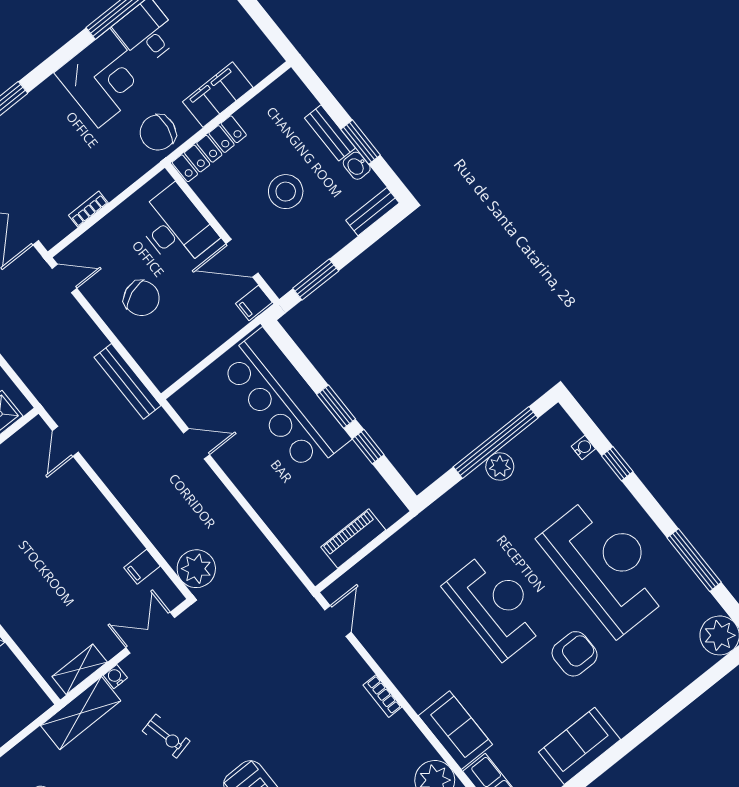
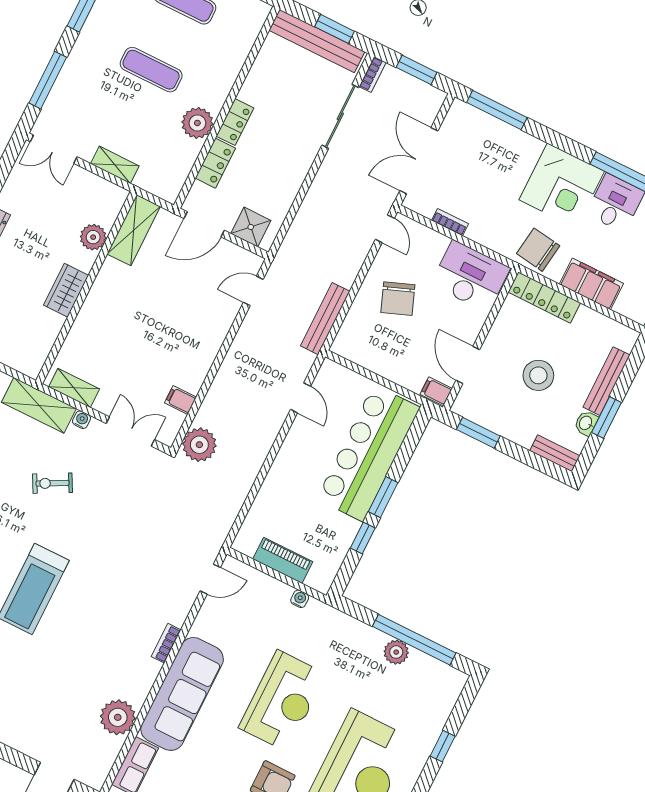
bench: (330, 133) -> (607, 381), width x1.36
desk: (176, 227) -> (470, 276), moved, turned -90
water cooler: (583, 447) -> (300, 599), moved, turned -90
sofa: (455, 730) -> (182, 694), width x1.85, depth x1.27
exercise bike: (166, 736) -> (52, 483), turned 75

